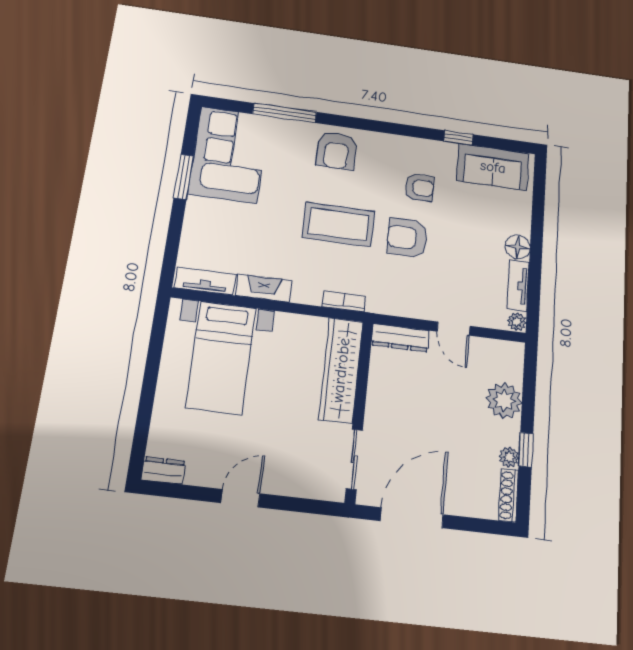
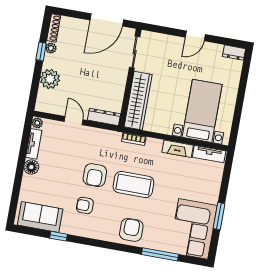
armchair: (407, 238) -> (95, 175), turned 90

